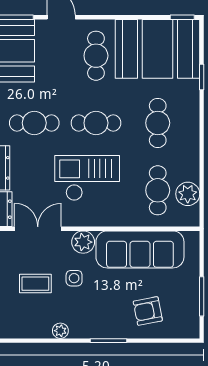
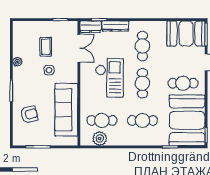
plant: (83, 242) -> (71, 75), removed
armchair: (148, 311) -> (29, 114), turned 88

